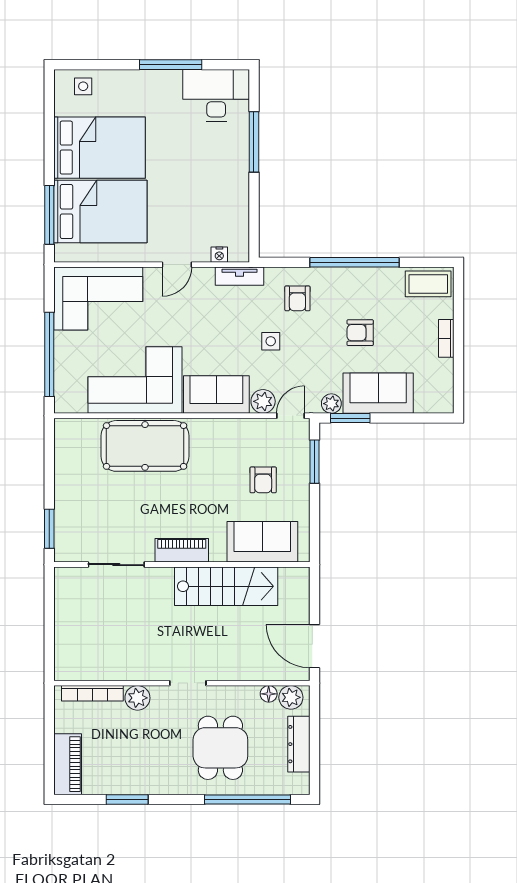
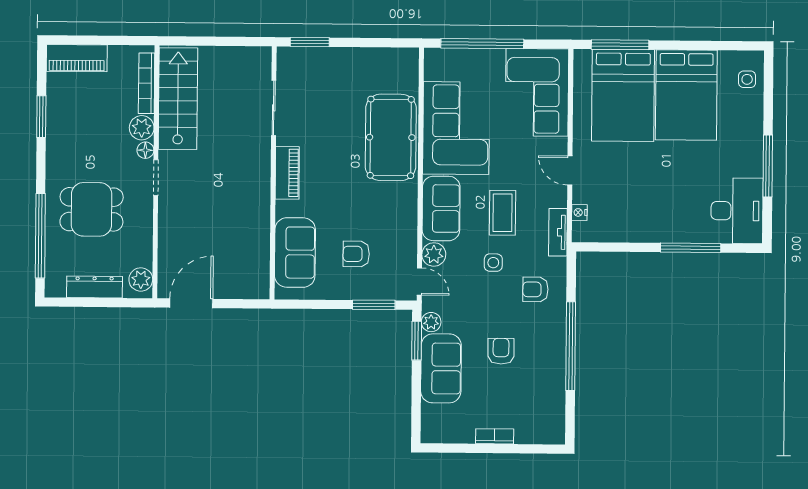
coffee table: (428, 284) -> (502, 213), moved
stairs: (226, 586) -> (178, 99), moved, turned 180
floor lamp: (269, 694) -> (145, 150), moved

